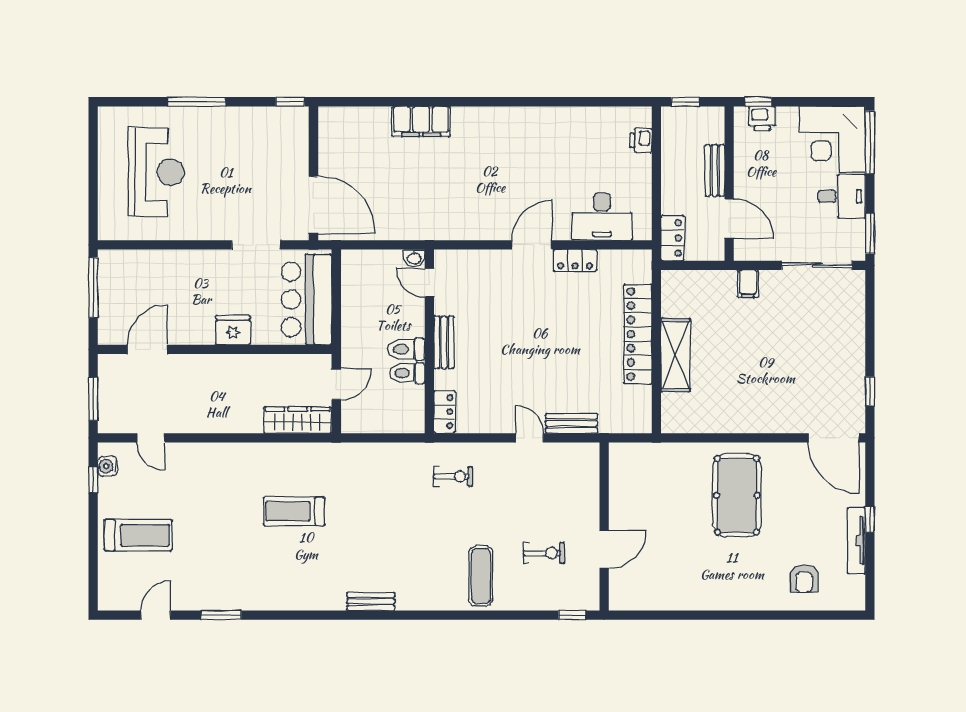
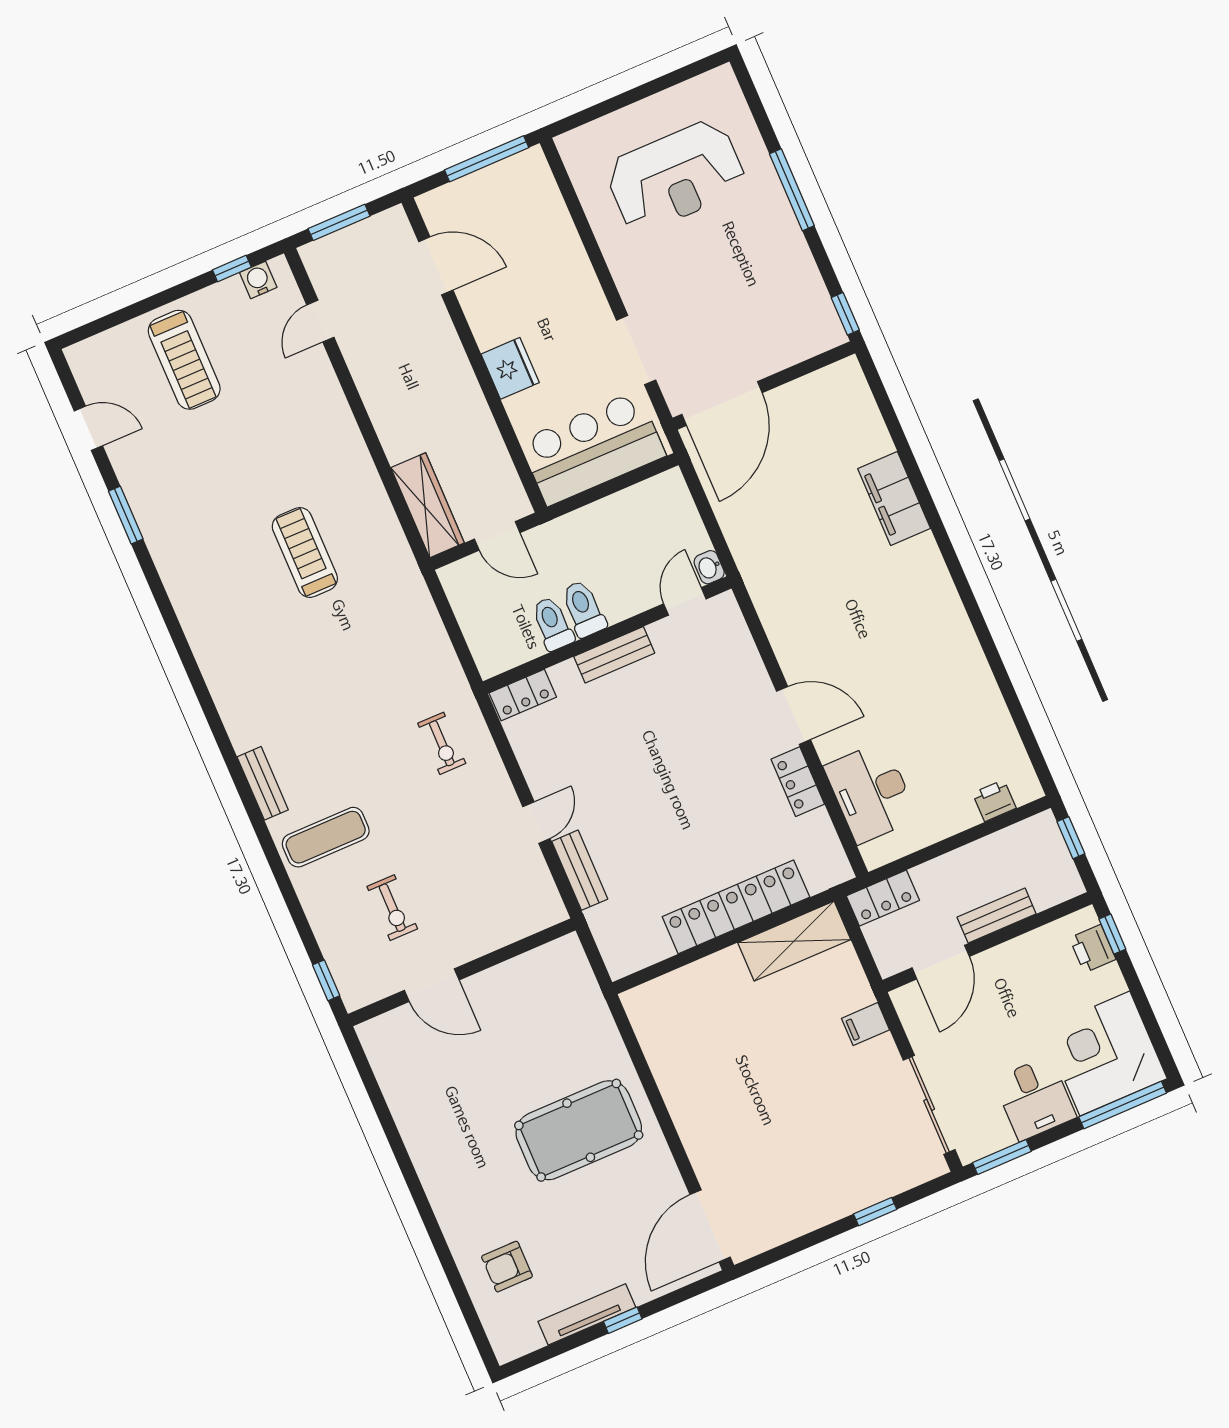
shelving: (676, 355) -> (794, 941), moved
window: (870, 391) -> (875, 1212), moved
bench: (371, 601) -> (263, 783), moved

